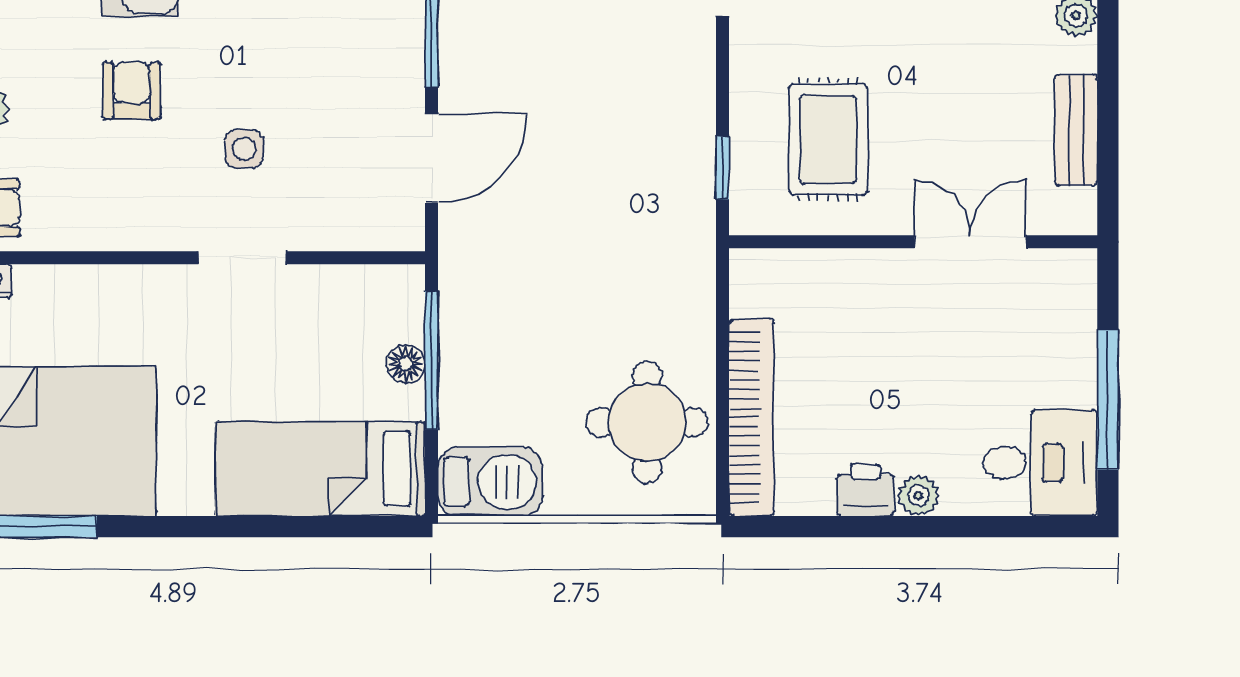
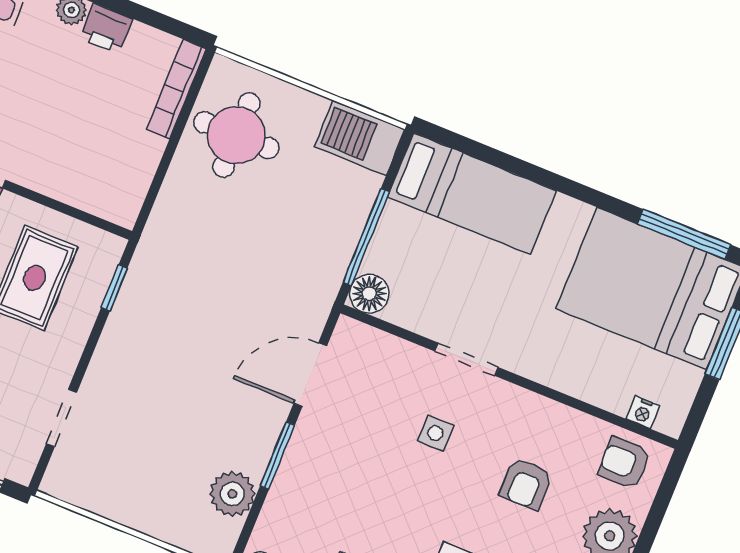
armchair: (132, 91) -> (526, 484), moved
floor lamp: (406, 364) -> (369, 294), moved, width x1.37, depth x1.37
bookcase: (751, 418) -> (176, 89), width x0.68, depth x0.76

